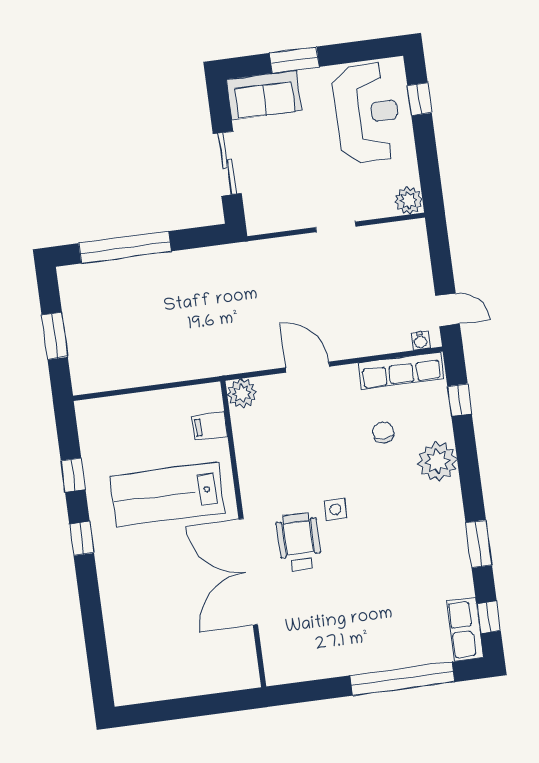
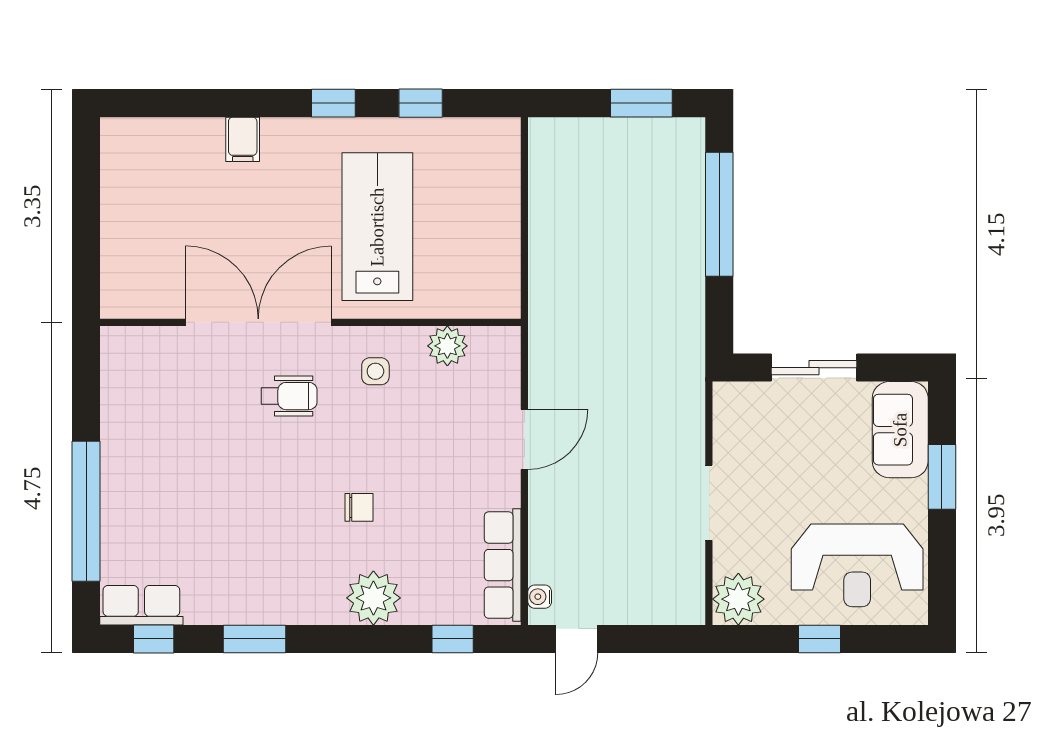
window: (419, 99) -> (819, 639), moved
plant: (409, 200) -> (738, 599), width x1.36, depth x1.36
doorway: (336, 227) -> (709, 503), width x1.38
window: (55, 336) -> (641, 103), moved
plant: (242, 393) -> (447, 346), moved
filing cabinet: (210, 426) -> (243, 139), moved, turned 180
chair: (383, 432) -> (359, 507), moved
side table: (335, 509) -> (375, 371), moved
wheelchair: (299, 542) -> (289, 396), width x0.73, depth x0.73

